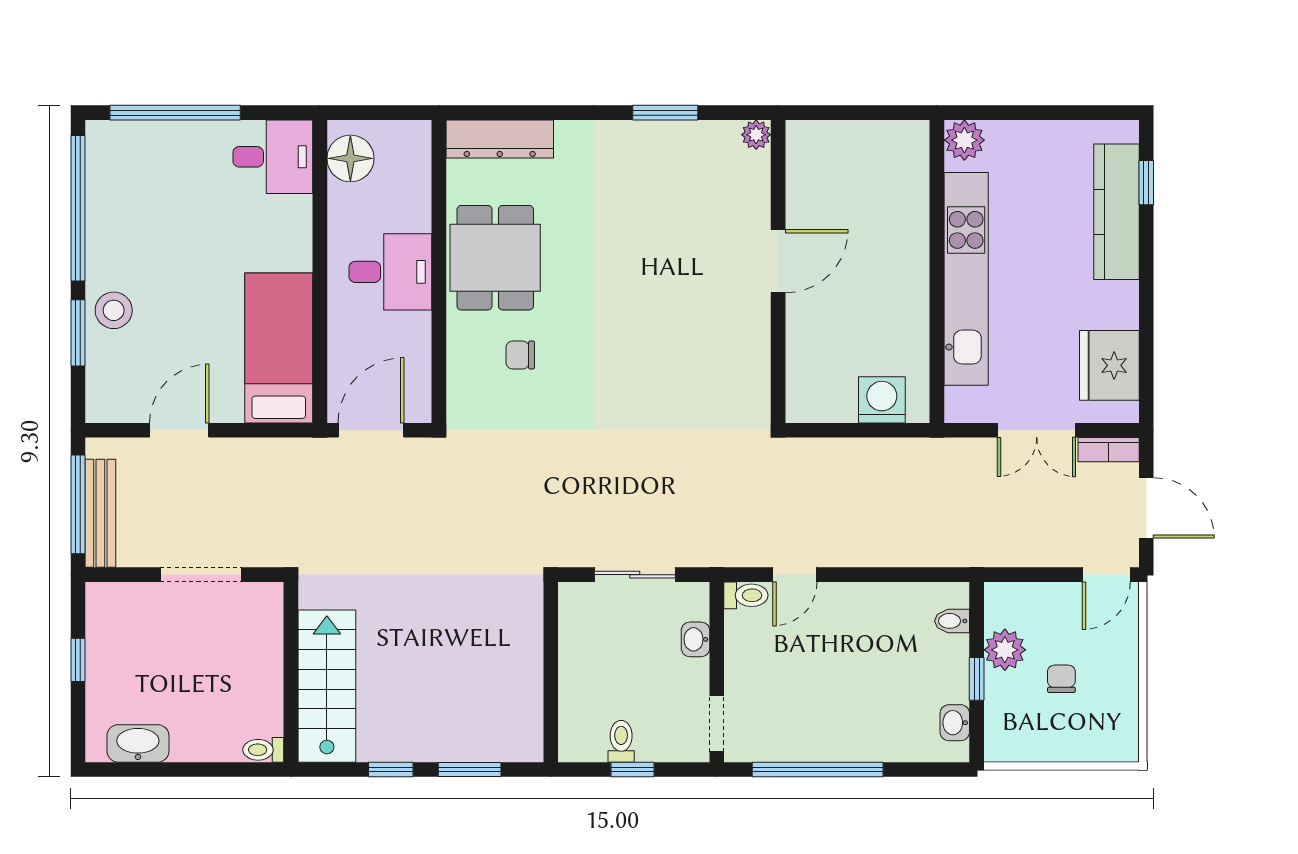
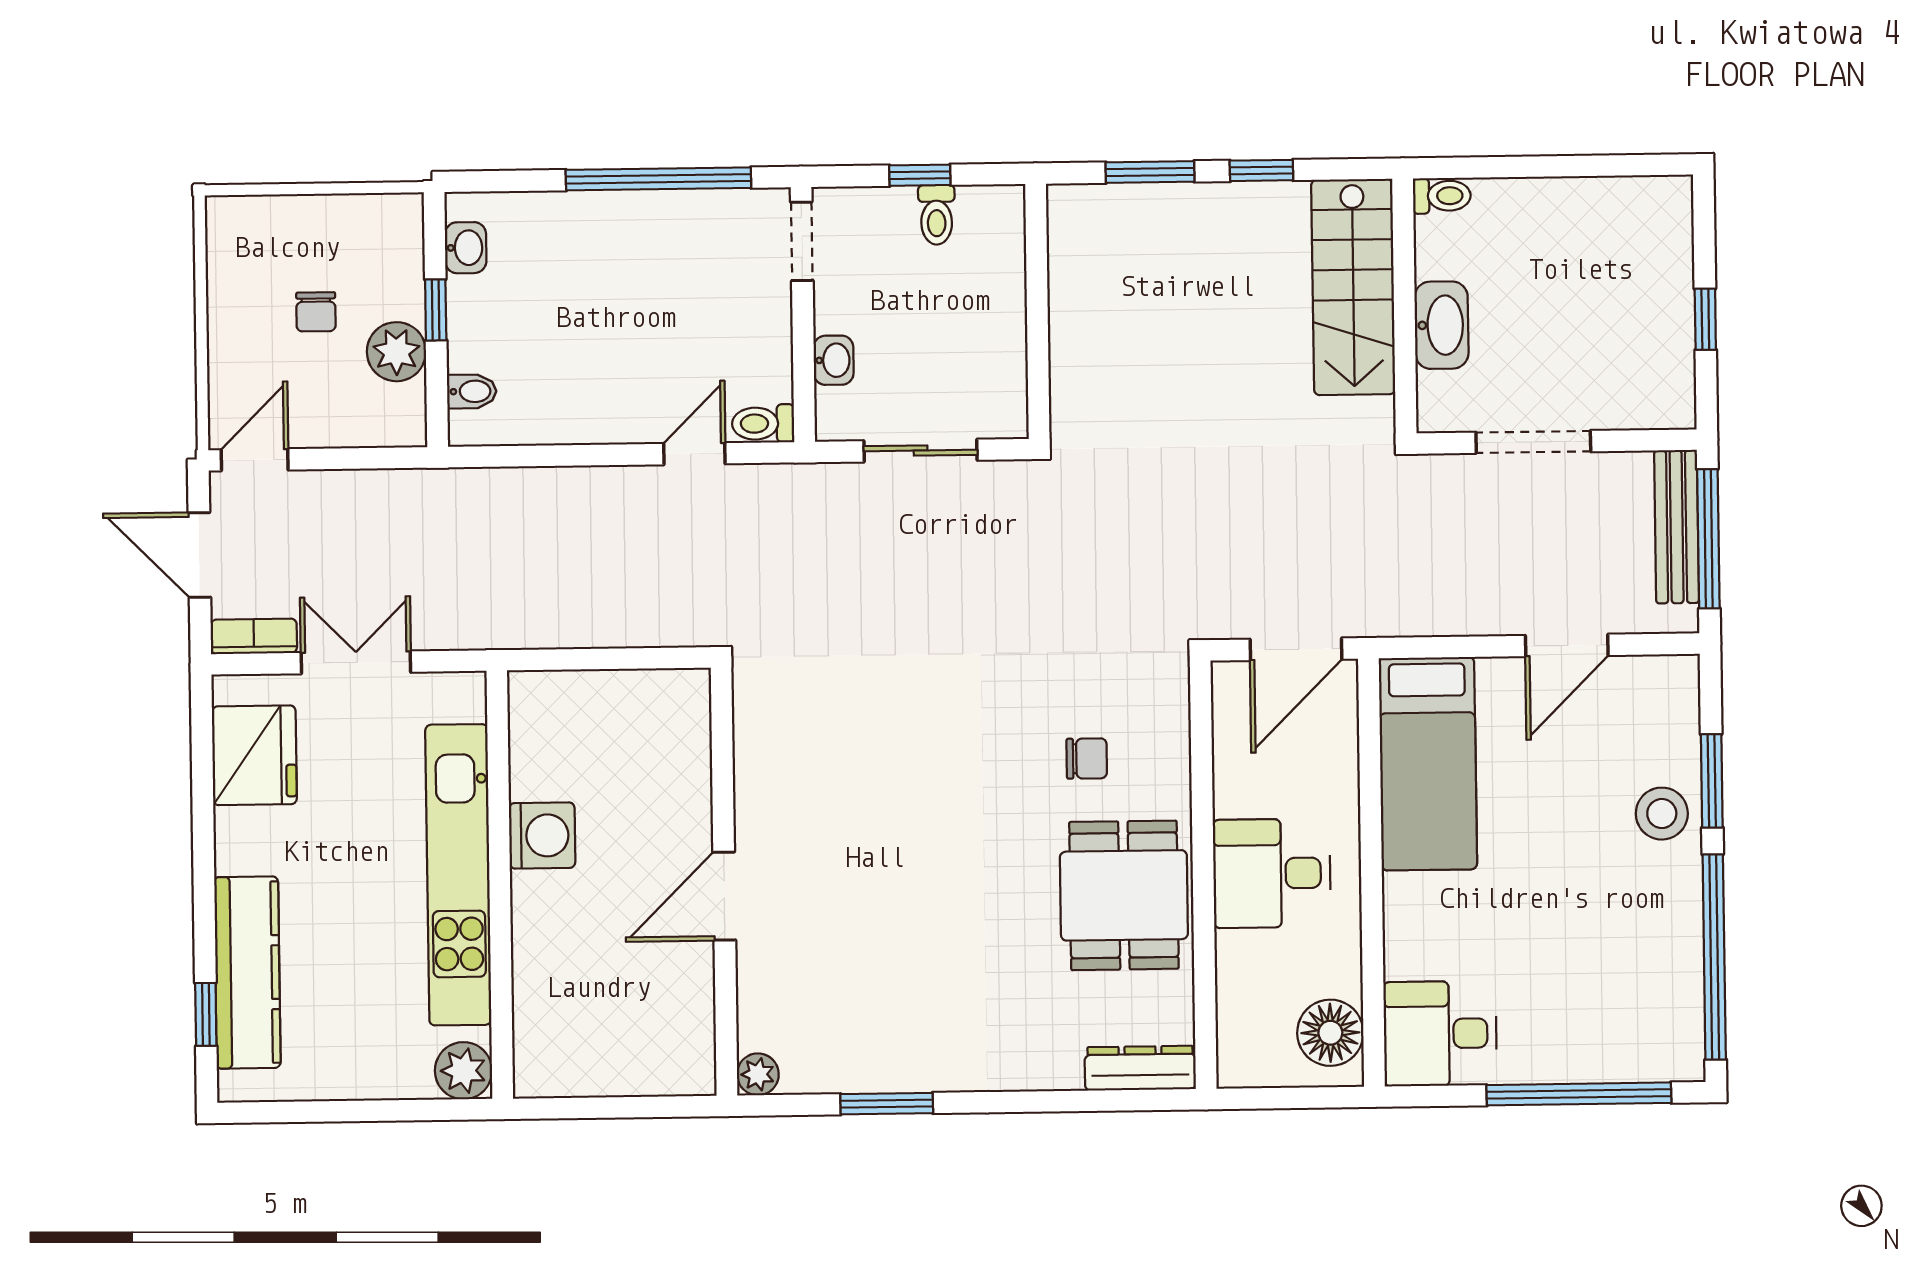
dresser: (500, 139) -> (1140, 1068), width x0.73, depth x0.80
washing machine: (882, 400) -> (542, 835), moved, turned -90
washbasin: (138, 743) -> (1441, 325), moved, turned -90

